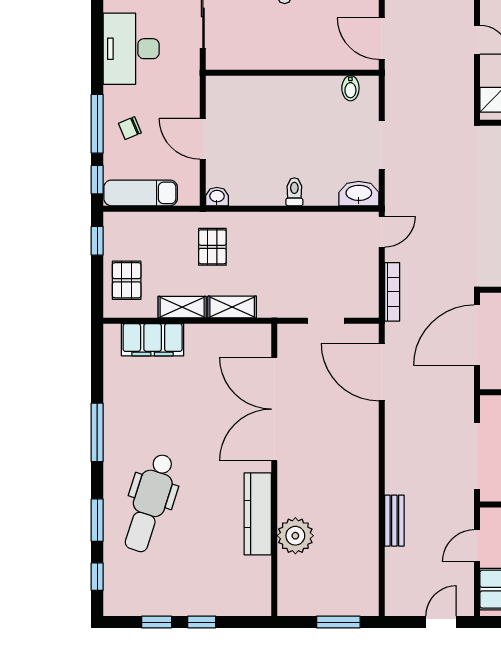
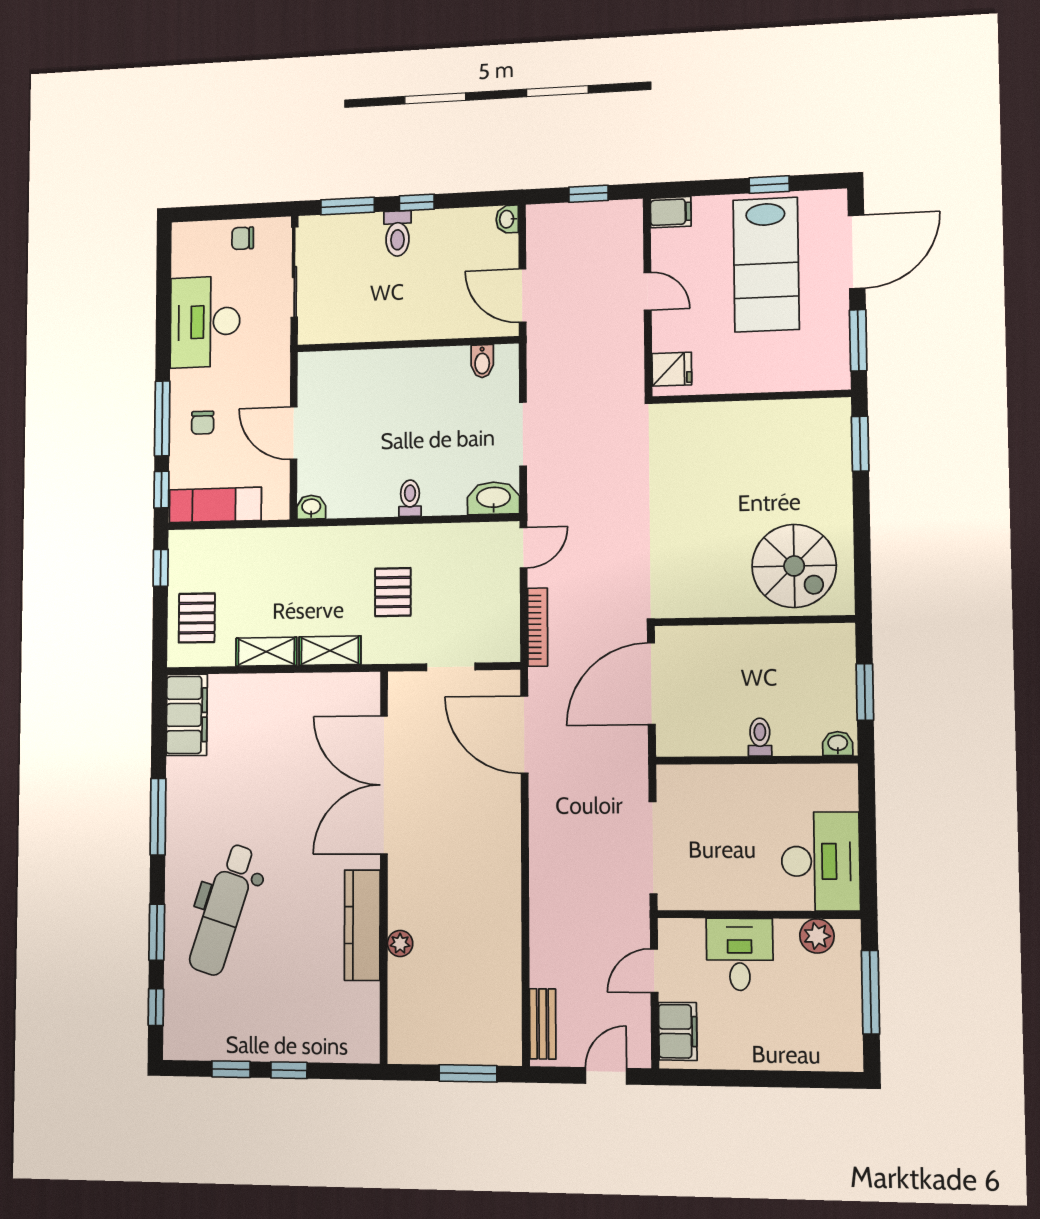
chair: (130, 128) -> (203, 423), turned -67
pallet: (212, 247) -> (393, 592), moved
filing cabinet: (153, 340) -> (187, 715), moved, turned -90
bench: (394, 521) -> (543, 1024), moved
plant: (295, 536) -> (400, 943), width x0.53, depth x0.53

